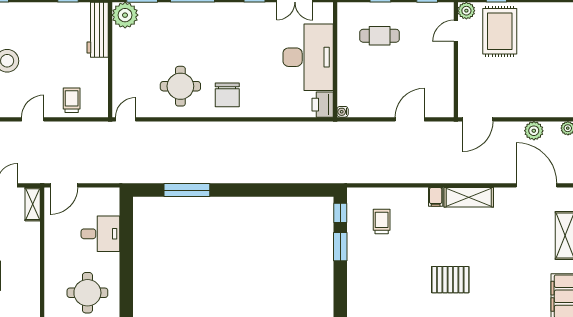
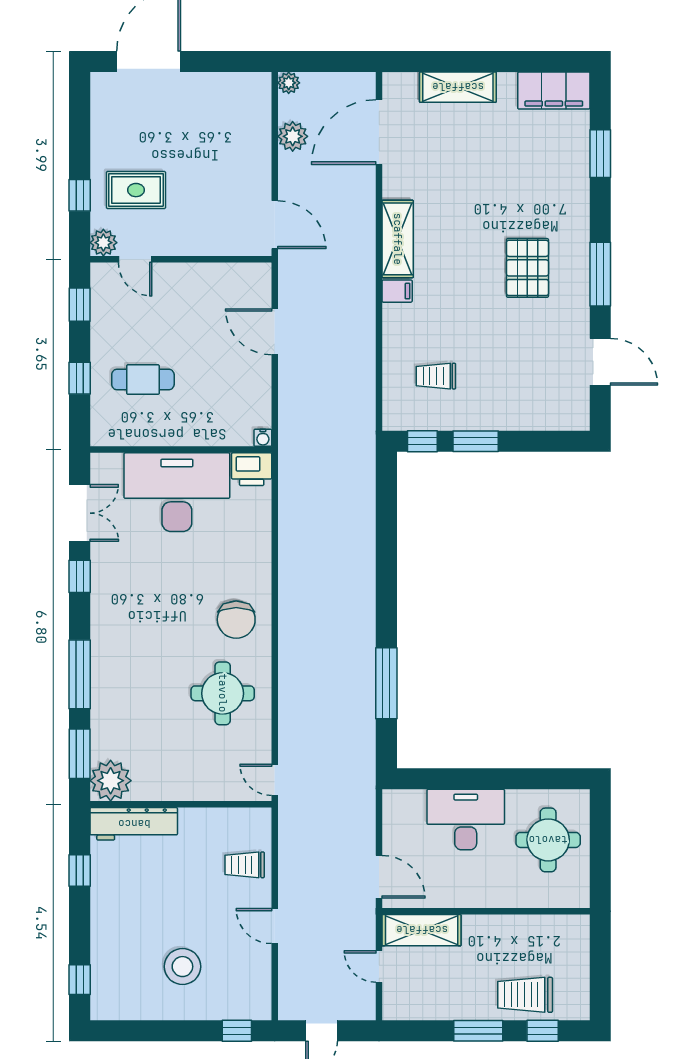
rug: (500, 31) -> (136, 190), width x0.73, depth x0.70
cafe table: (380, 36) -> (143, 380), turned 90
chair: (227, 95) -> (236, 620), turned 90
shelving: (33, 204) -> (422, 930), width x1.50, depth x1.33
desk: (100, 234) -> (466, 820), width x1.37

